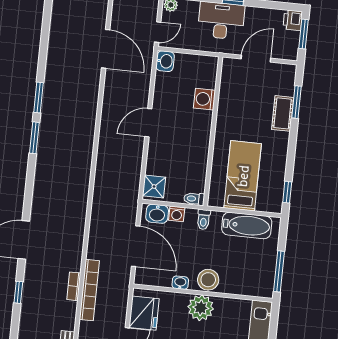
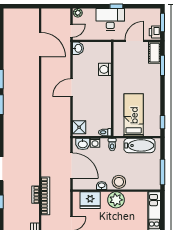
printer: (293, 20) -> (155, 32), moved
cot: (283, 113) -> (155, 53), moved
fridge: (144, 313) -> (90, 200), moved, turned 90

